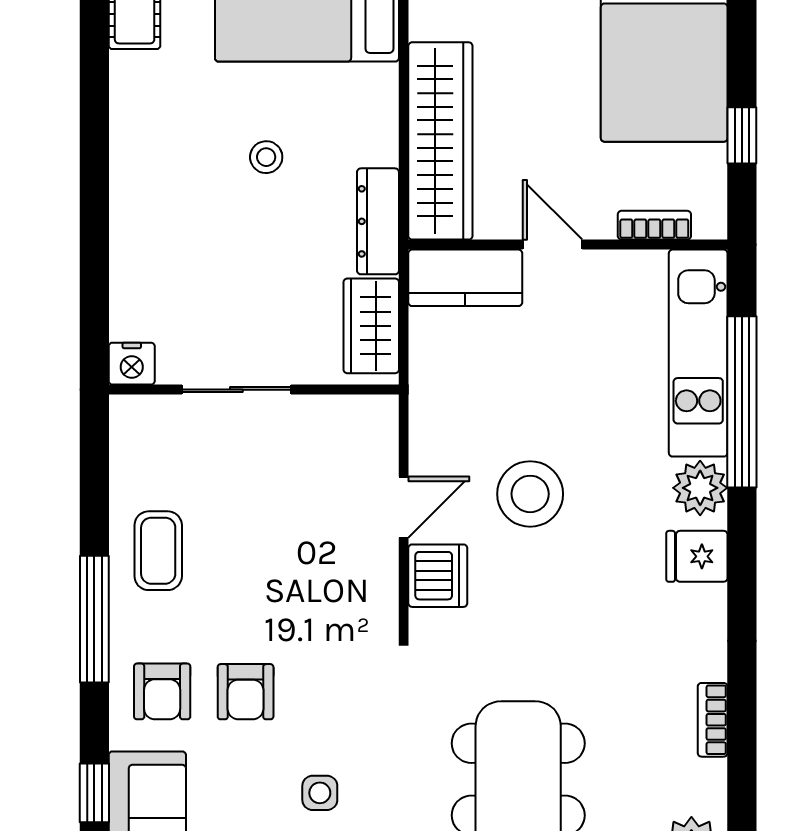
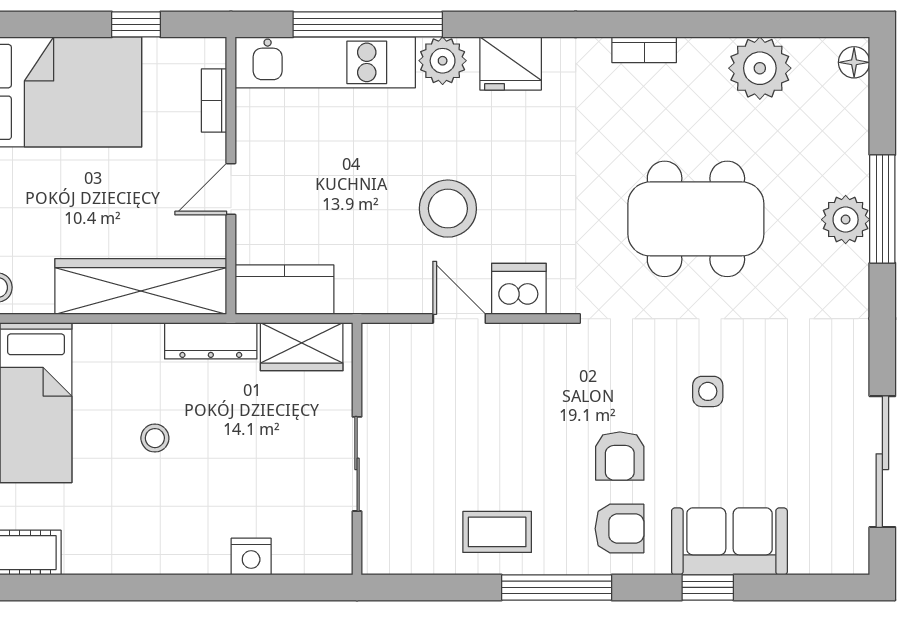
kitchen counter: (465, 278) -> (285, 290), moved, turned -90
nightstand: (132, 364) -> (251, 557), moved, turned 90
fridge: (697, 556) -> (511, 64), width x1.38
armchair: (246, 692) -> (620, 456), turned 90

